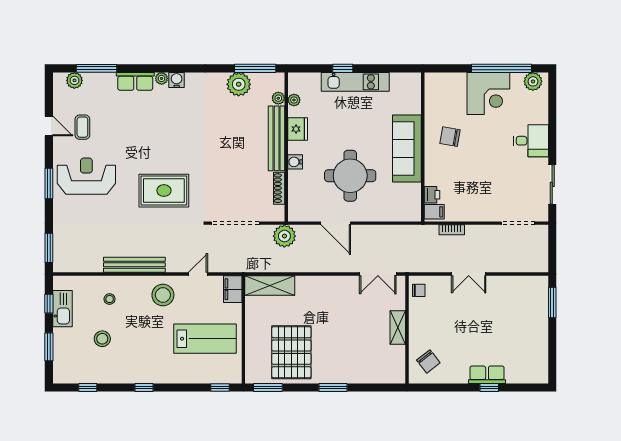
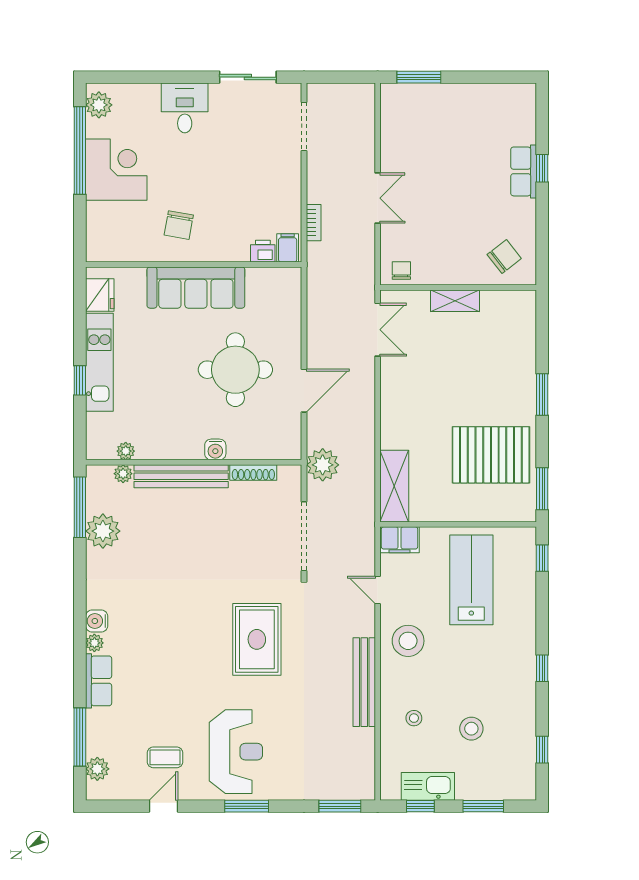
fridge: (298, 129) -> (100, 295), moved, turned 90
reception desk: (86, 176) -> (236, 752), turned 180

